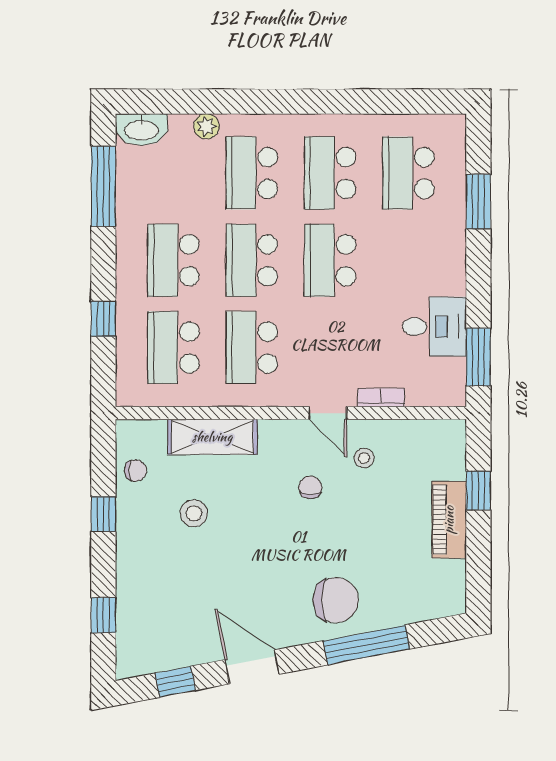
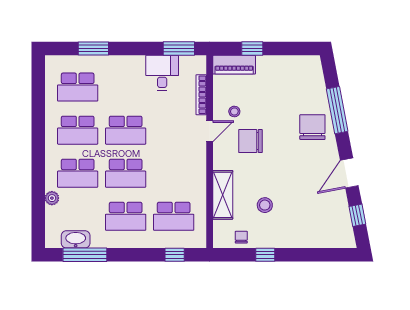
washbasin: (142, 130) -> (76, 239), moved, turned -90
window: (103, 319) -> (175, 255), moved
school desk: (252, 348) -> (174, 173), removed
bookcase: (381, 398) -> (201, 95), width x1.56
chair: (310, 487) -> (250, 141), width x1.87, depth x1.87
piano: (449, 520) -> (234, 65), moved
window: (103, 615) -> (321, 255), removed

